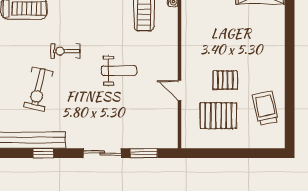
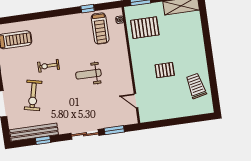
weight bench: (119, 71) -> (88, 74), turned 180
door: (179, 90) -> (136, 101), moved
pallet: (218, 116) -> (145, 28), moved

